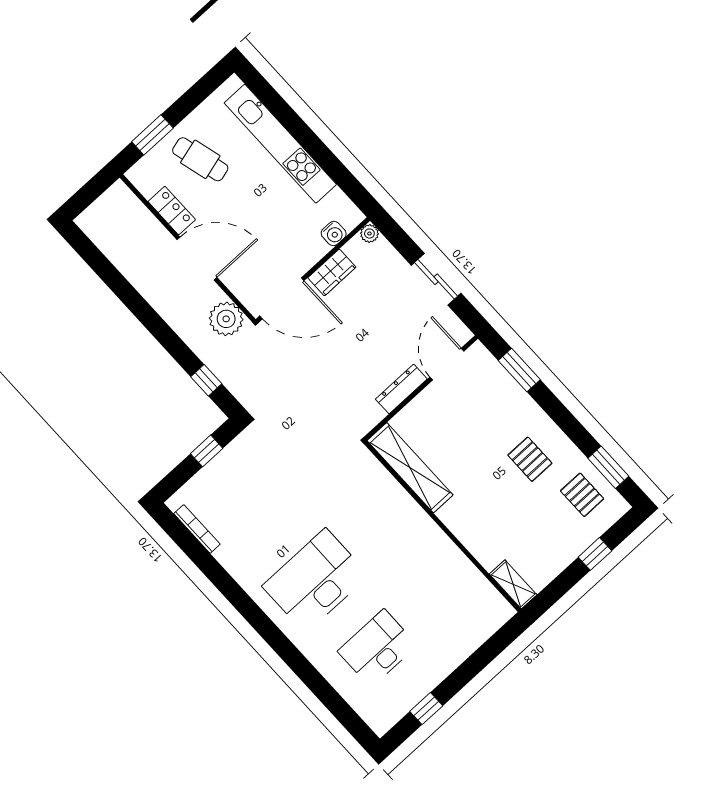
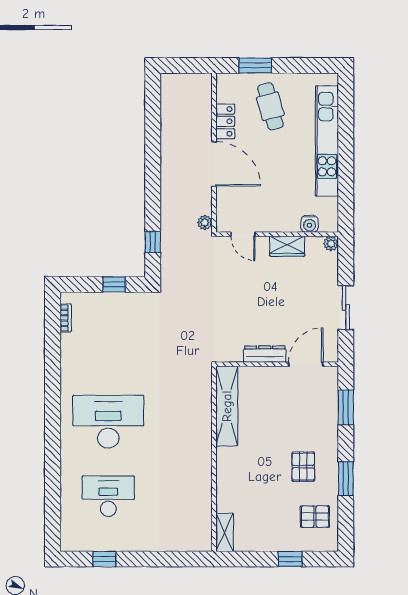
door: (282, 298) -> (243, 234), width x0.53
plant: (226, 319) -> (205, 223), width x0.53, depth x0.53
window: (608, 467) -> (346, 479), moved
pallet: (582, 495) -> (315, 517), turned 90
bookcase: (197, 529) -> (66, 318), width x0.64

